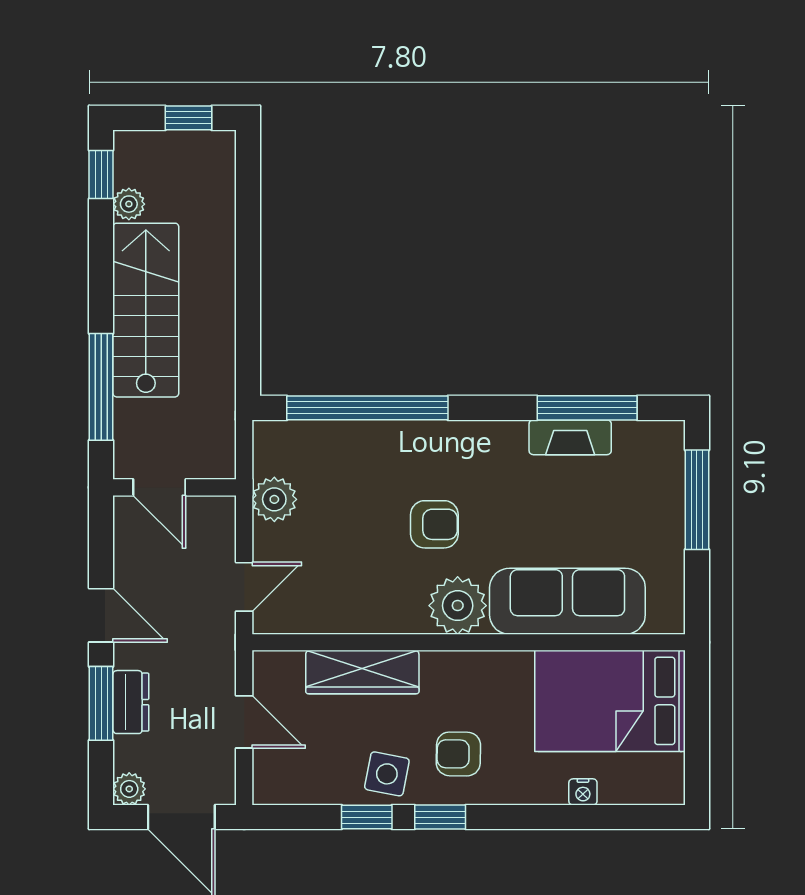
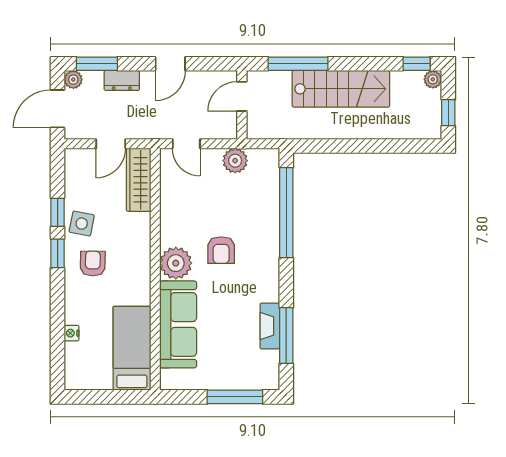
plant: (129, 204) -> (433, 79), moved
wardrobe: (362, 672) -> (139, 180), moved
bed: (610, 701) -> (132, 348), width x0.67
window: (101, 703) -> (97, 64), moved

